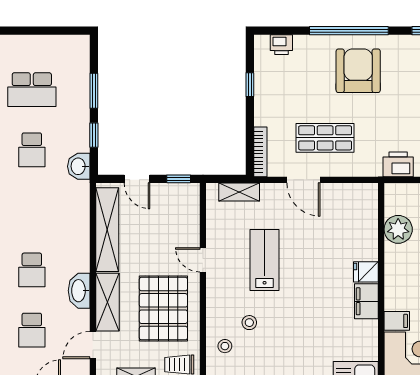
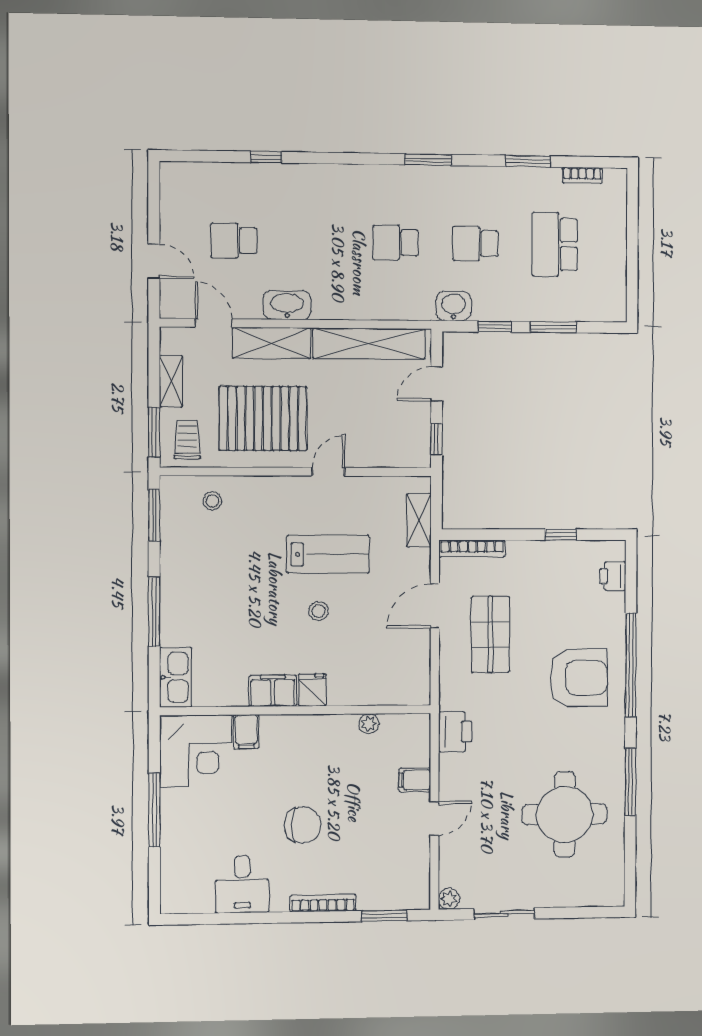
plant: (398, 229) -> (369, 724), width x0.53, depth x0.53
school desk: (32, 270) -> (396, 243), moved
stool: (249, 323) -> (319, 611), moved

